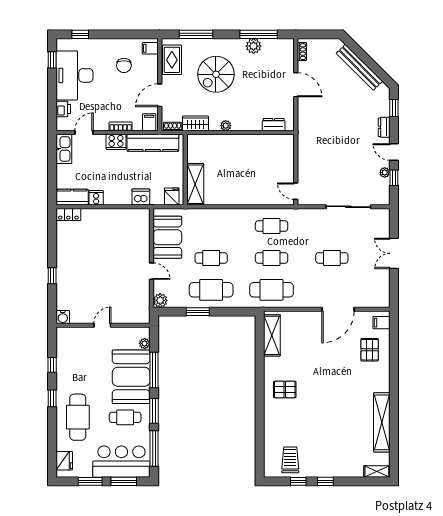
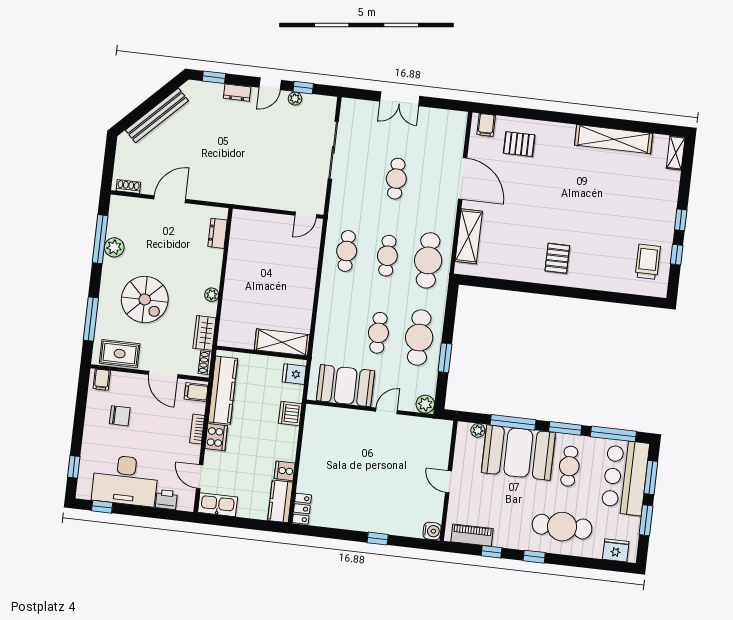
shelving: (272, 335) -> (469, 236), moved, turned 90
piano: (63, 348) -> (472, 535), added
trolley: (290, 460) -> (648, 262), turned 90

